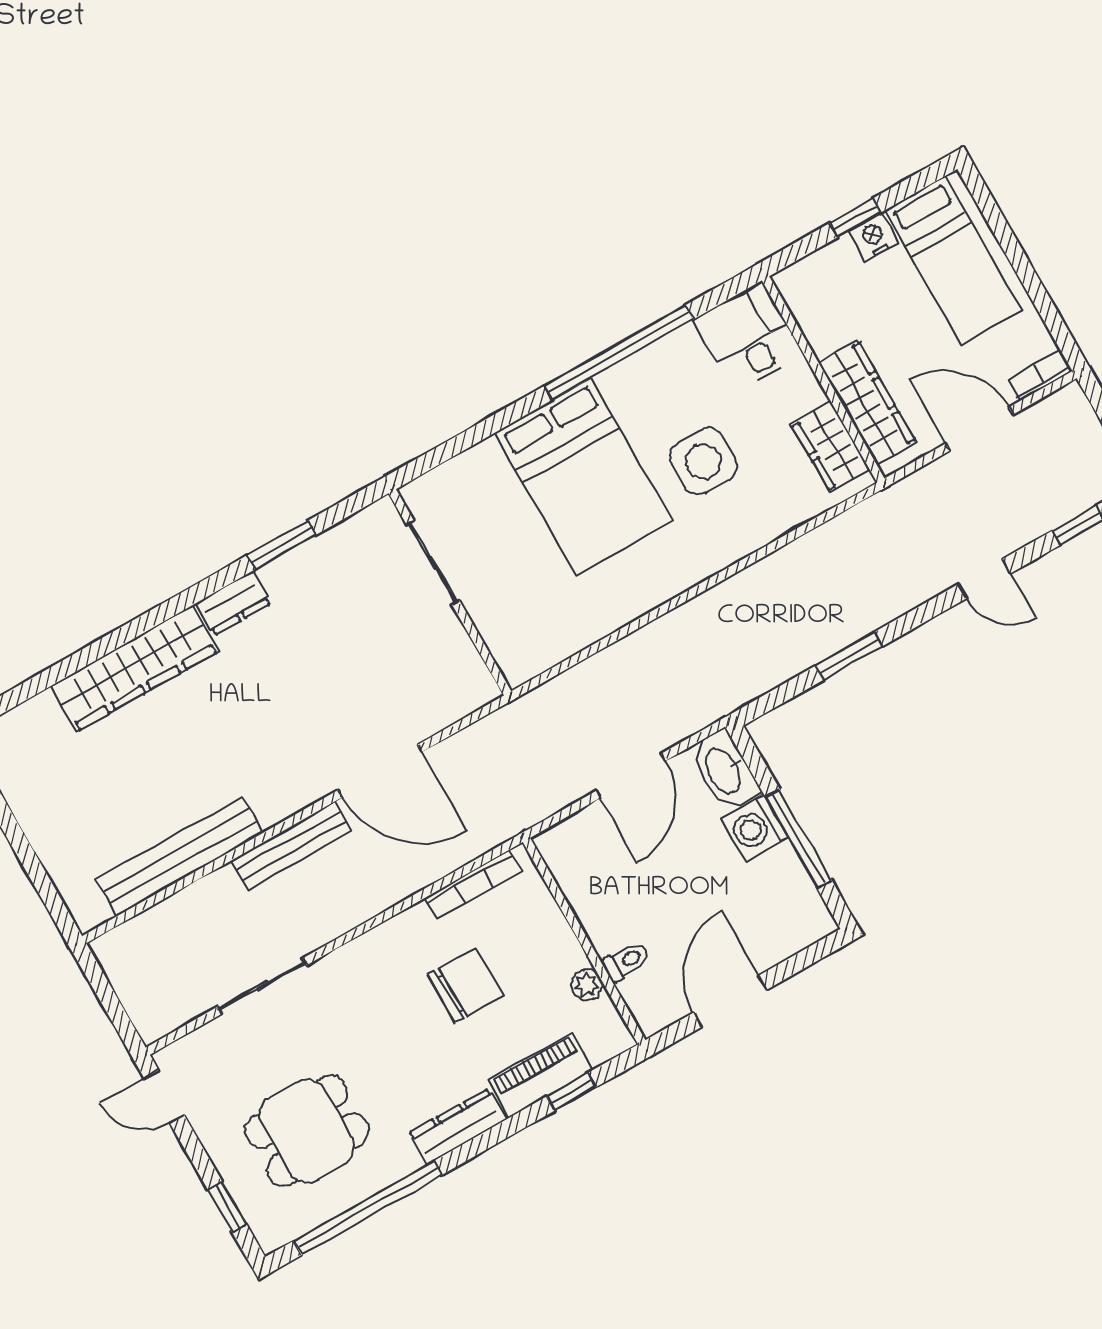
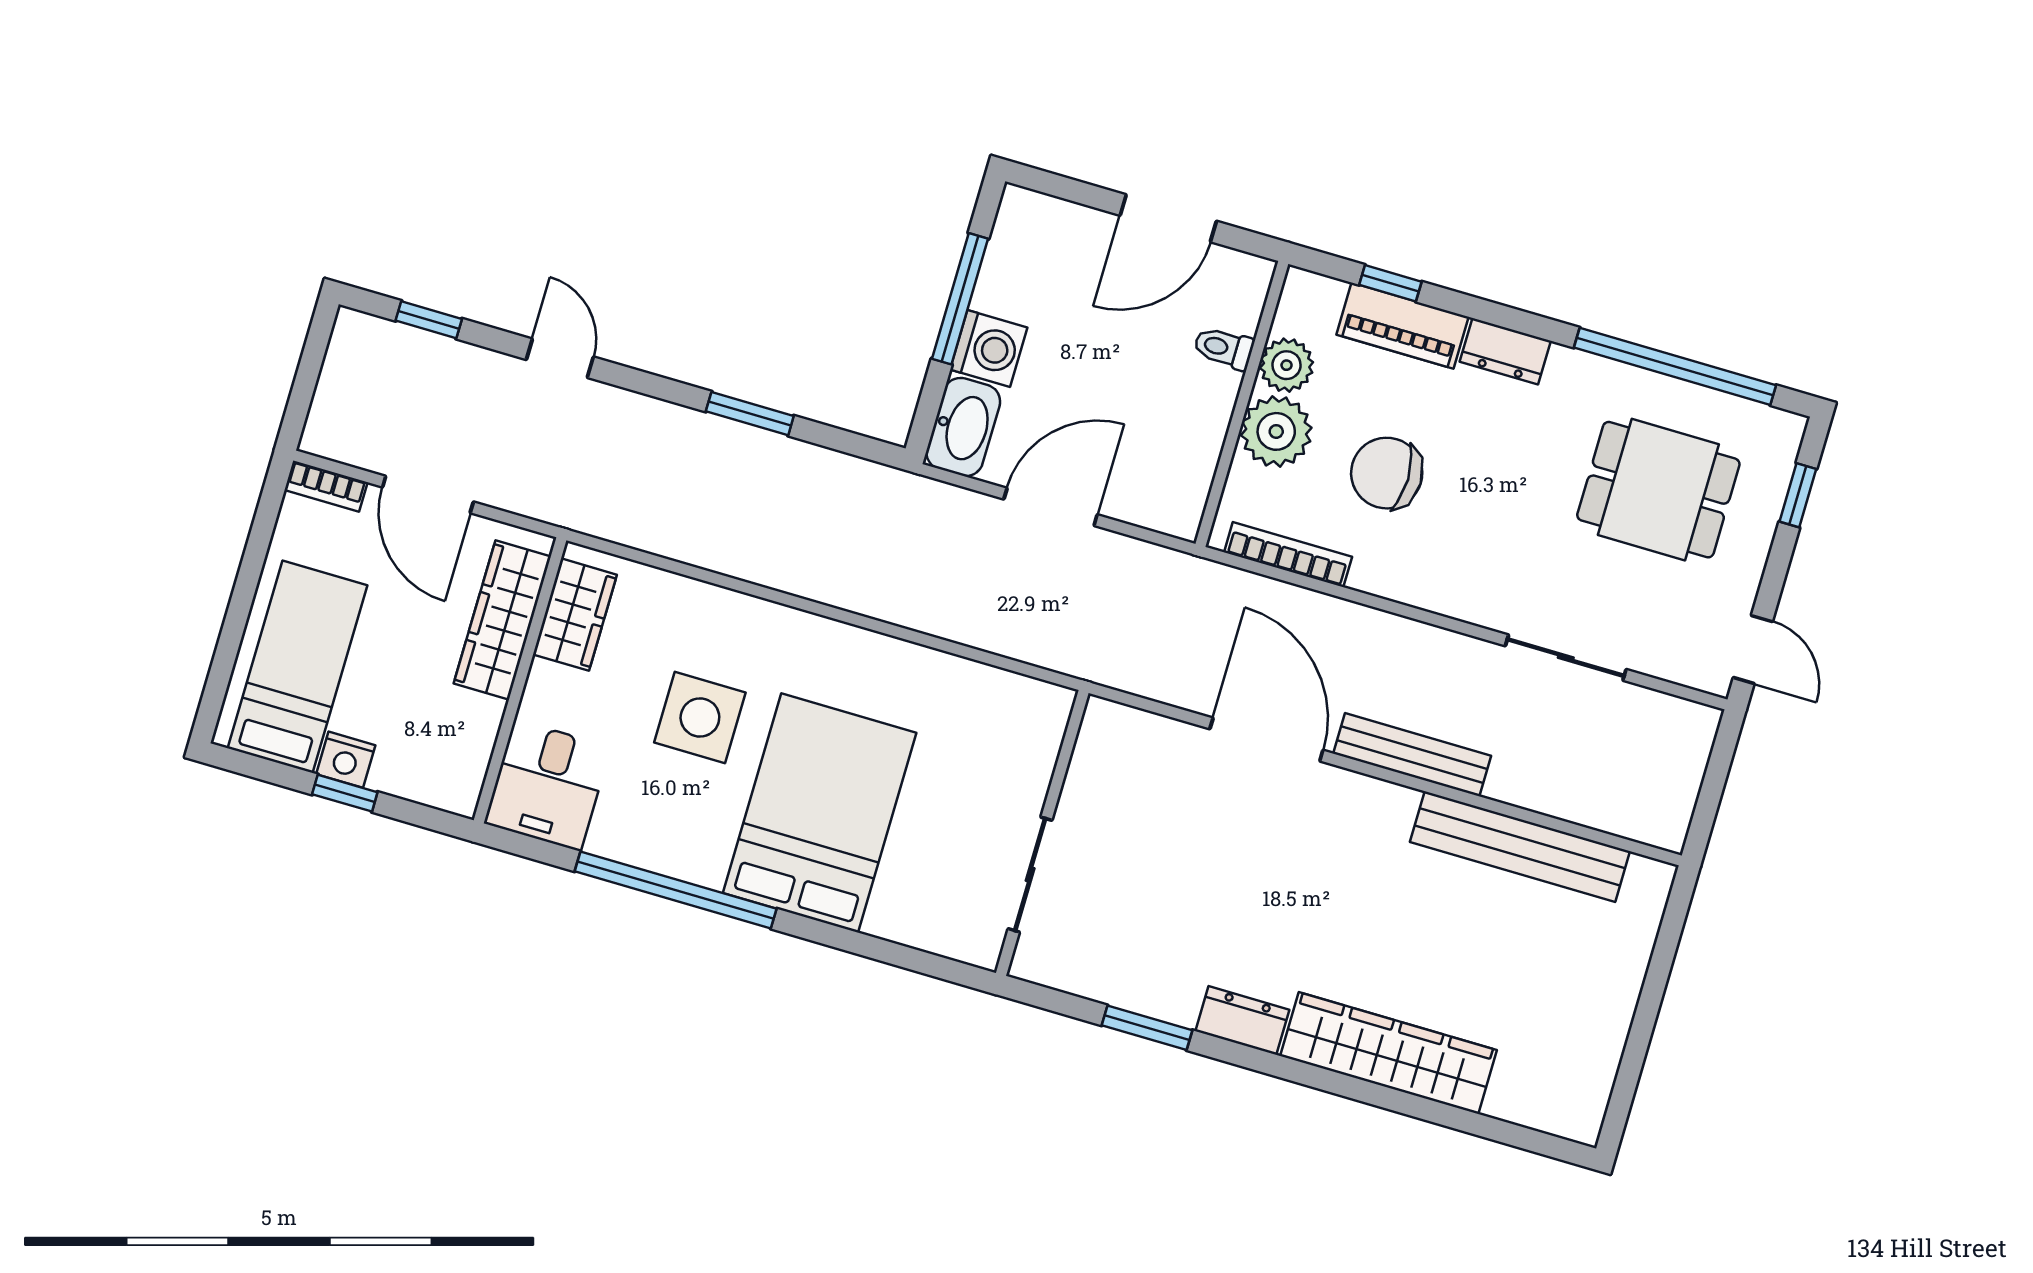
plant: (550, 946) -> (1276, 431), added
plant: (587, 985) -> (1287, 365), width x1.38, depth x1.38
dresser: (457, 1127) -> (1505, 351), width x0.70

